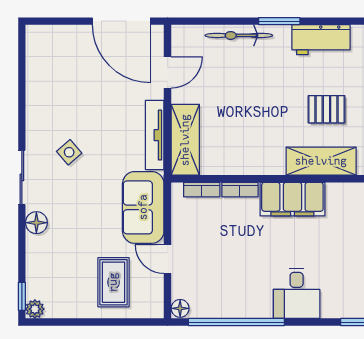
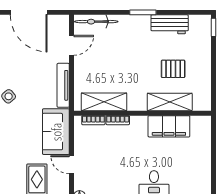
door: (121, 21) -> (29, 12), moved
bicycle: (239, 35) -> (96, 22), moved
shelving: (185, 140) -> (104, 102), moved, turned 90
filing cabinet: (292, 199) -> (169, 126), moved

